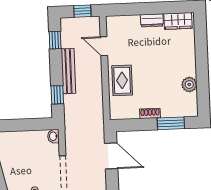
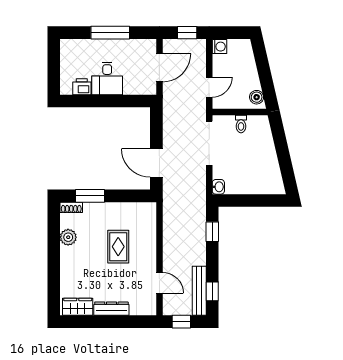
dresser: (152, 20) -> (111, 309), width x1.44
bench: (68, 71) -> (199, 291), moved
rug: (122, 80) -> (118, 247), moved
shoe rack: (150, 113) -> (71, 207), moved

